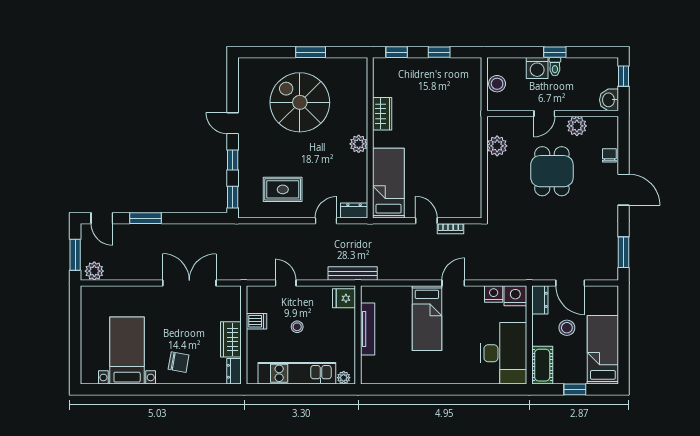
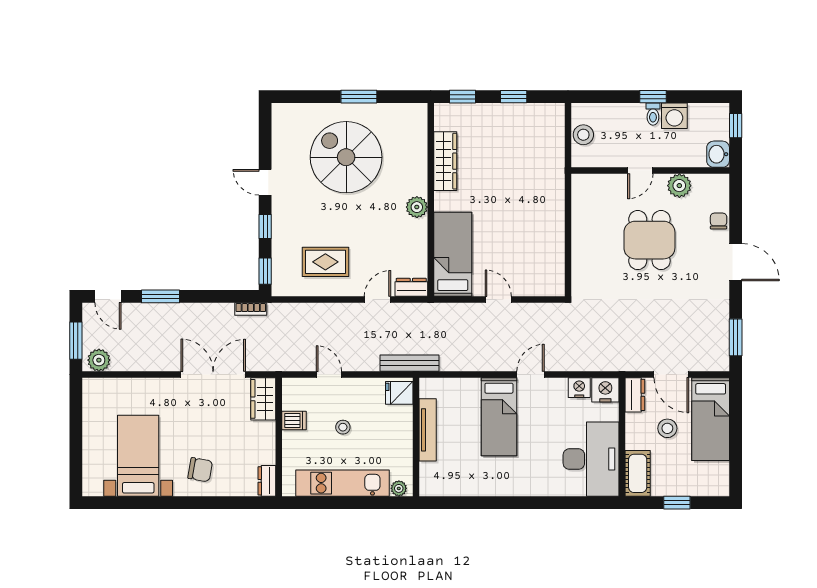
washing machine: (537, 68) -> (674, 116), moved
wardrobe: (382, 114) -> (445, 161), width x1.50
plant: (497, 146) -> (583, 210), removed
bookcase: (451, 229) -> (251, 309), moved
wardrobe: (231, 339) -> (263, 399), moved
bed: (603, 350) -> (711, 419), moved, turned 180

